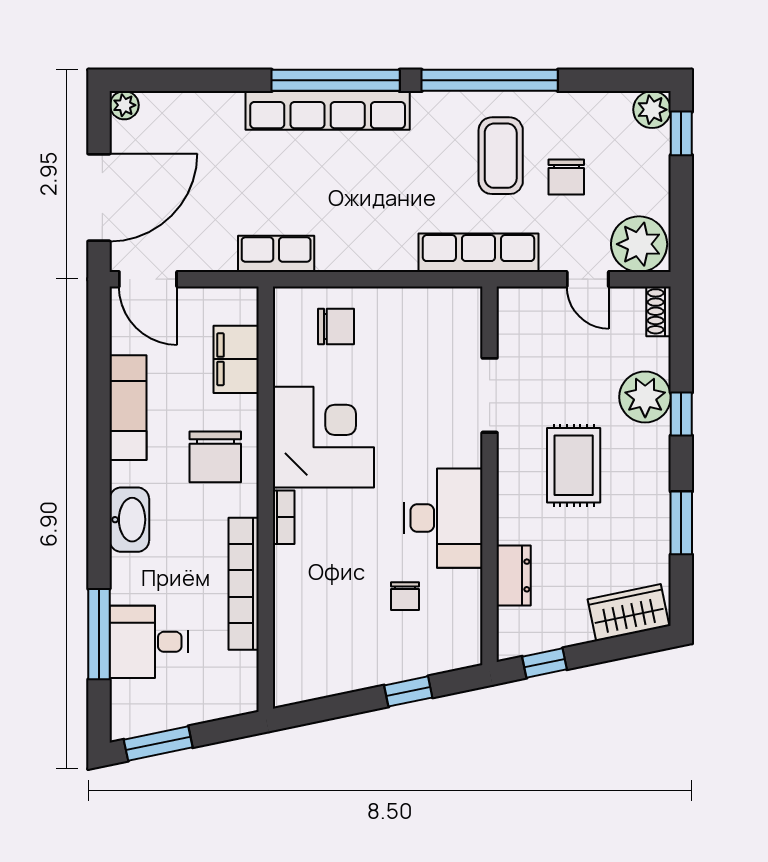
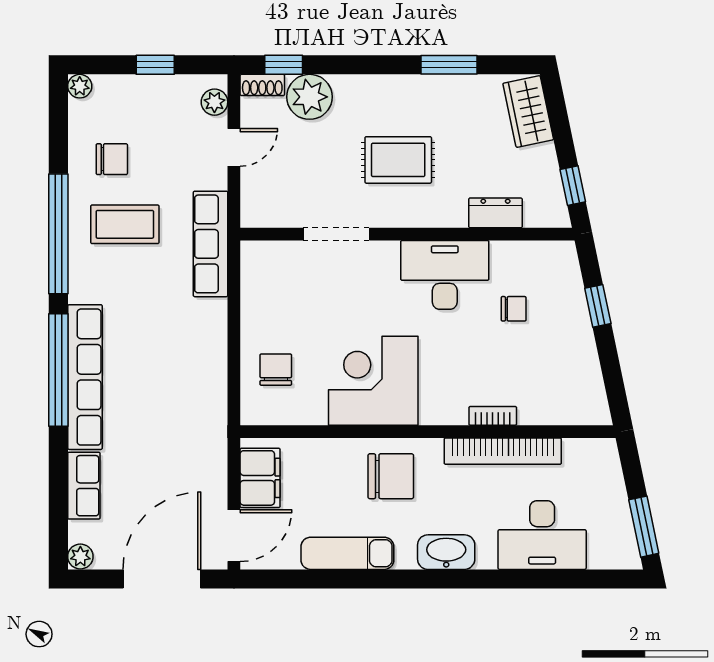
plant: (652, 110) -> (80, 86), width x0.73, depth x0.73
window: (681, 133) -> (155, 65), moved
chair: (566, 177) -> (112, 159), moved
door: (99, 197) -> (162, 579), hinge flipped
plant: (639, 244) -> (214, 102), width x0.53, depth x0.53
row of seats: (276, 254) -> (84, 486), moved, turned 180
filing cabinet: (236, 359) -> (260, 478), moved, turned -90
plant: (645, 397) -> (309, 97), moved
window: (681, 414) -> (284, 65), moved
bookcase: (284, 517) -> (493, 416), moved
window: (99, 634) -> (547, 579), removed
desk: (149, 642) -> (542, 535), width x1.37

